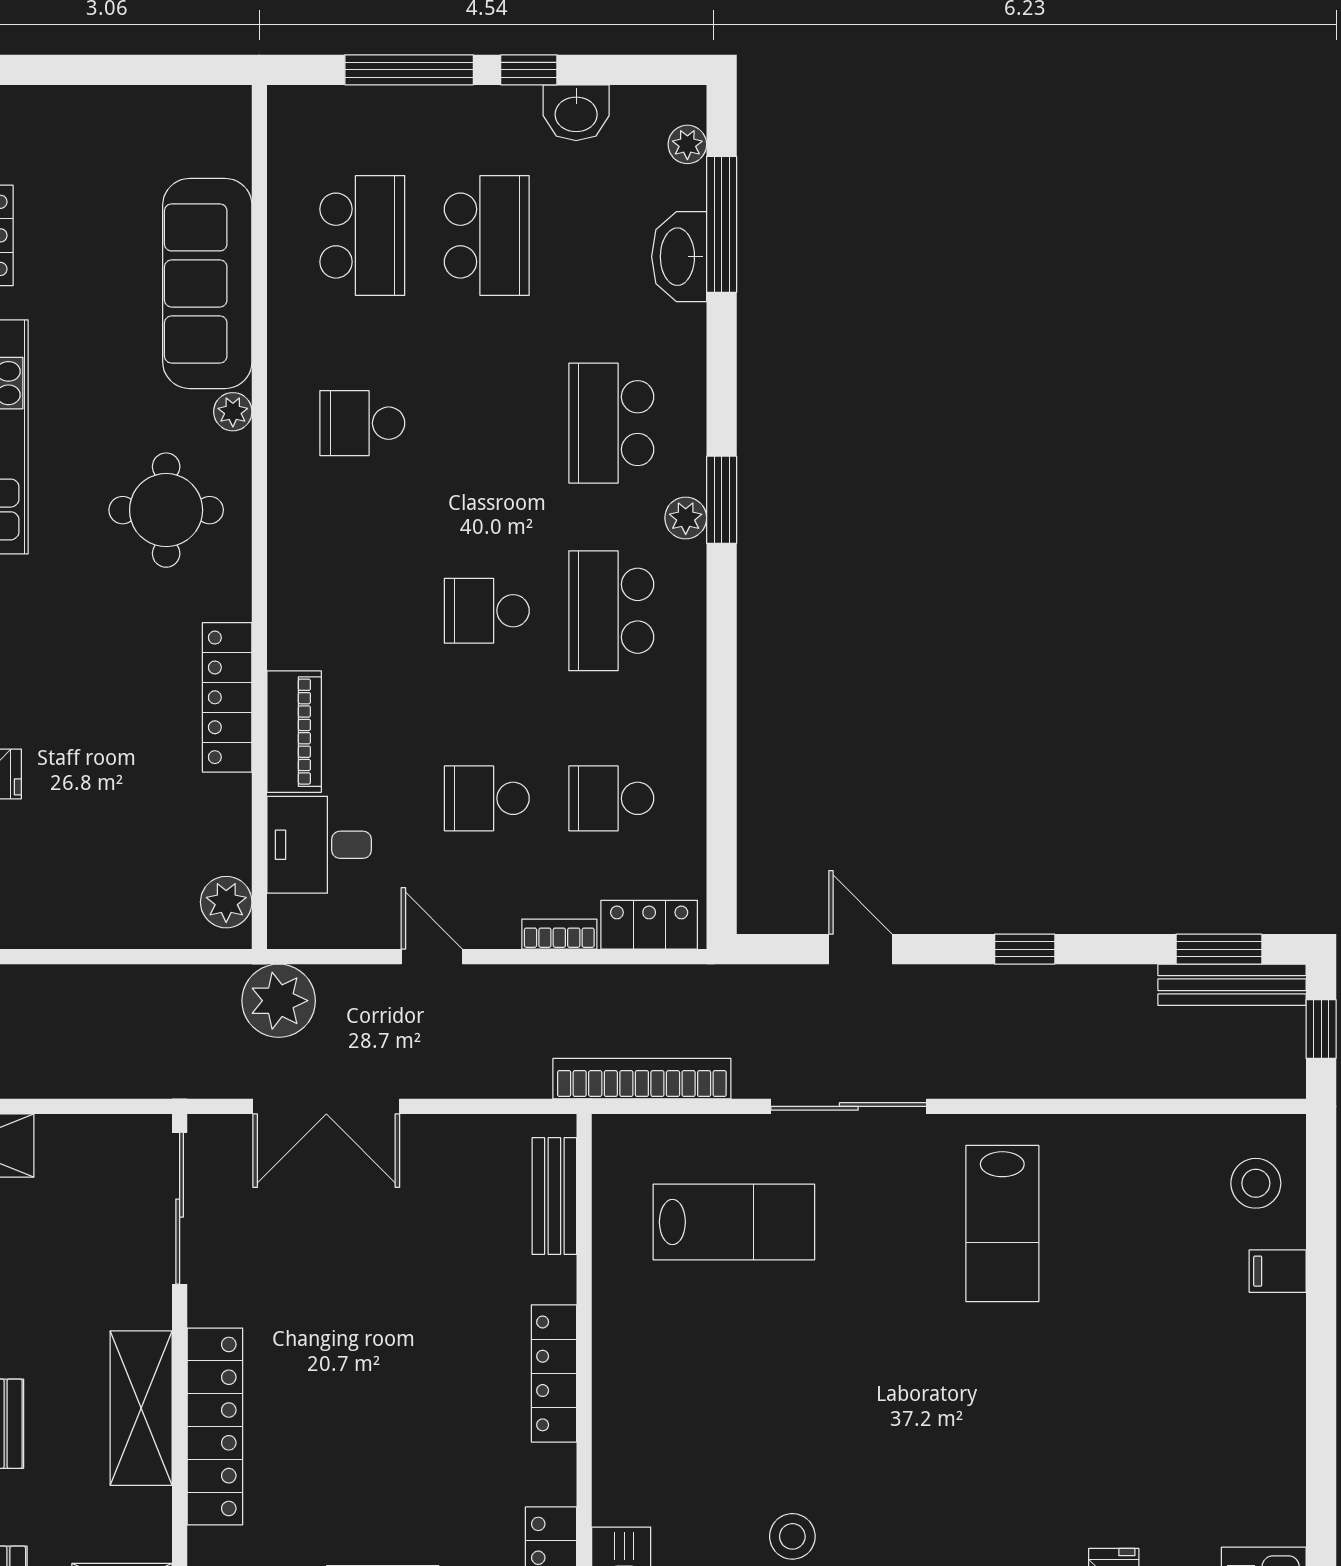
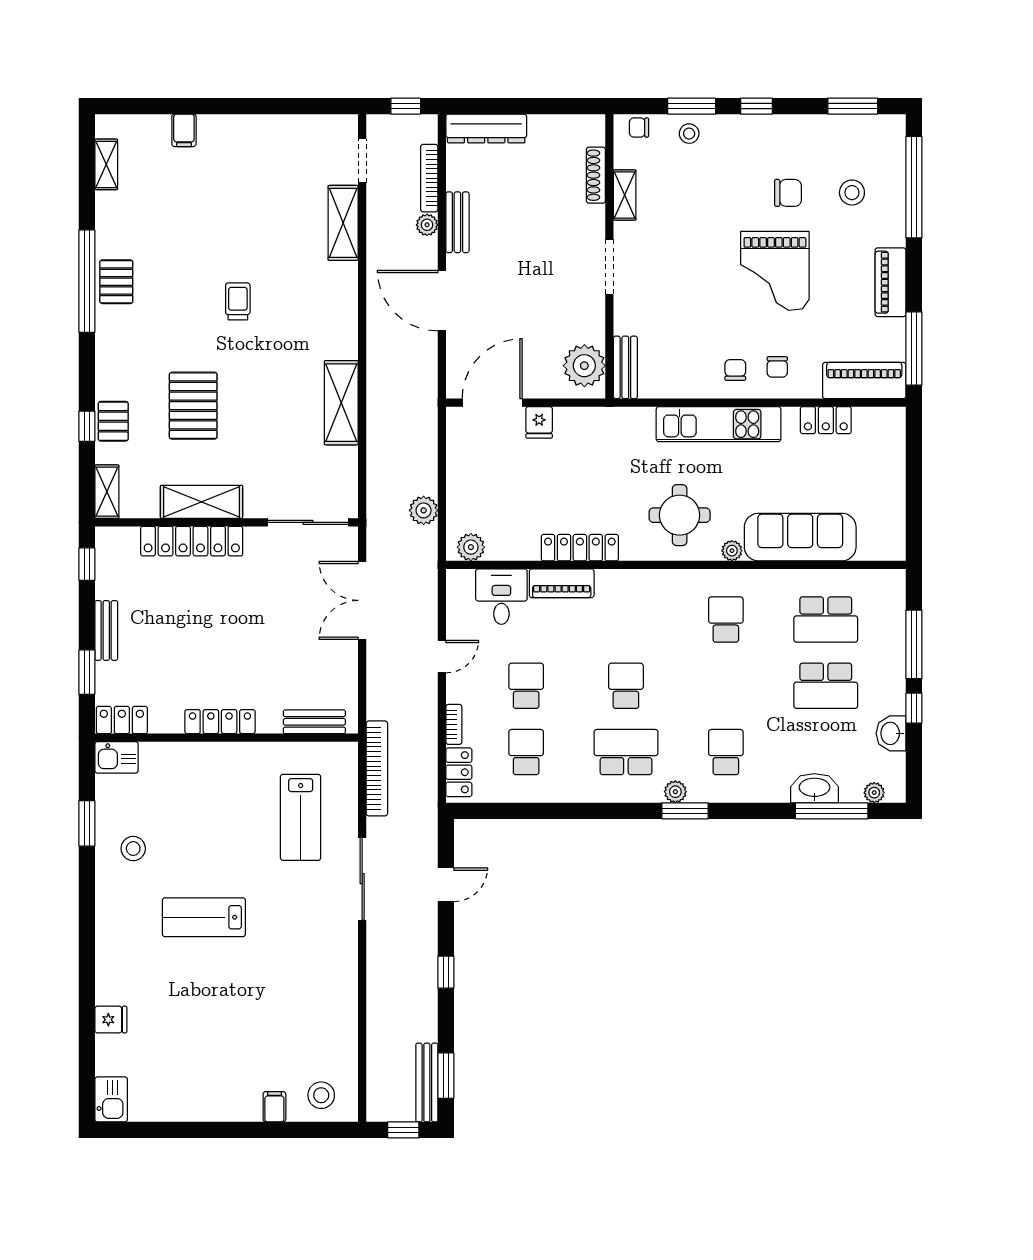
school desk: (611, 423) -> (726, 752), width x0.54
plant: (279, 1001) -> (424, 510), moved, width x0.73, depth x0.73
lab bench: (1002, 1224) -> (204, 917), moved

